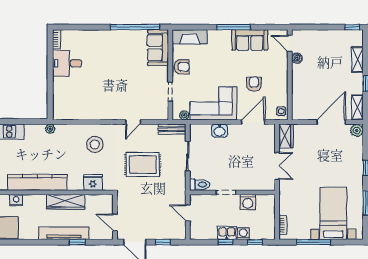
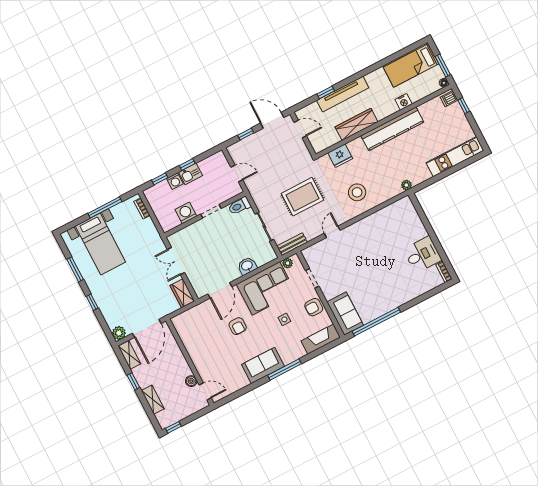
door: (290, 43) -> (205, 391), moved
boiler: (297, 58) -> (191, 381), moved
wall: (290, 75) -> (190, 362), moved
side table: (281, 111) -> (284, 319), moved

